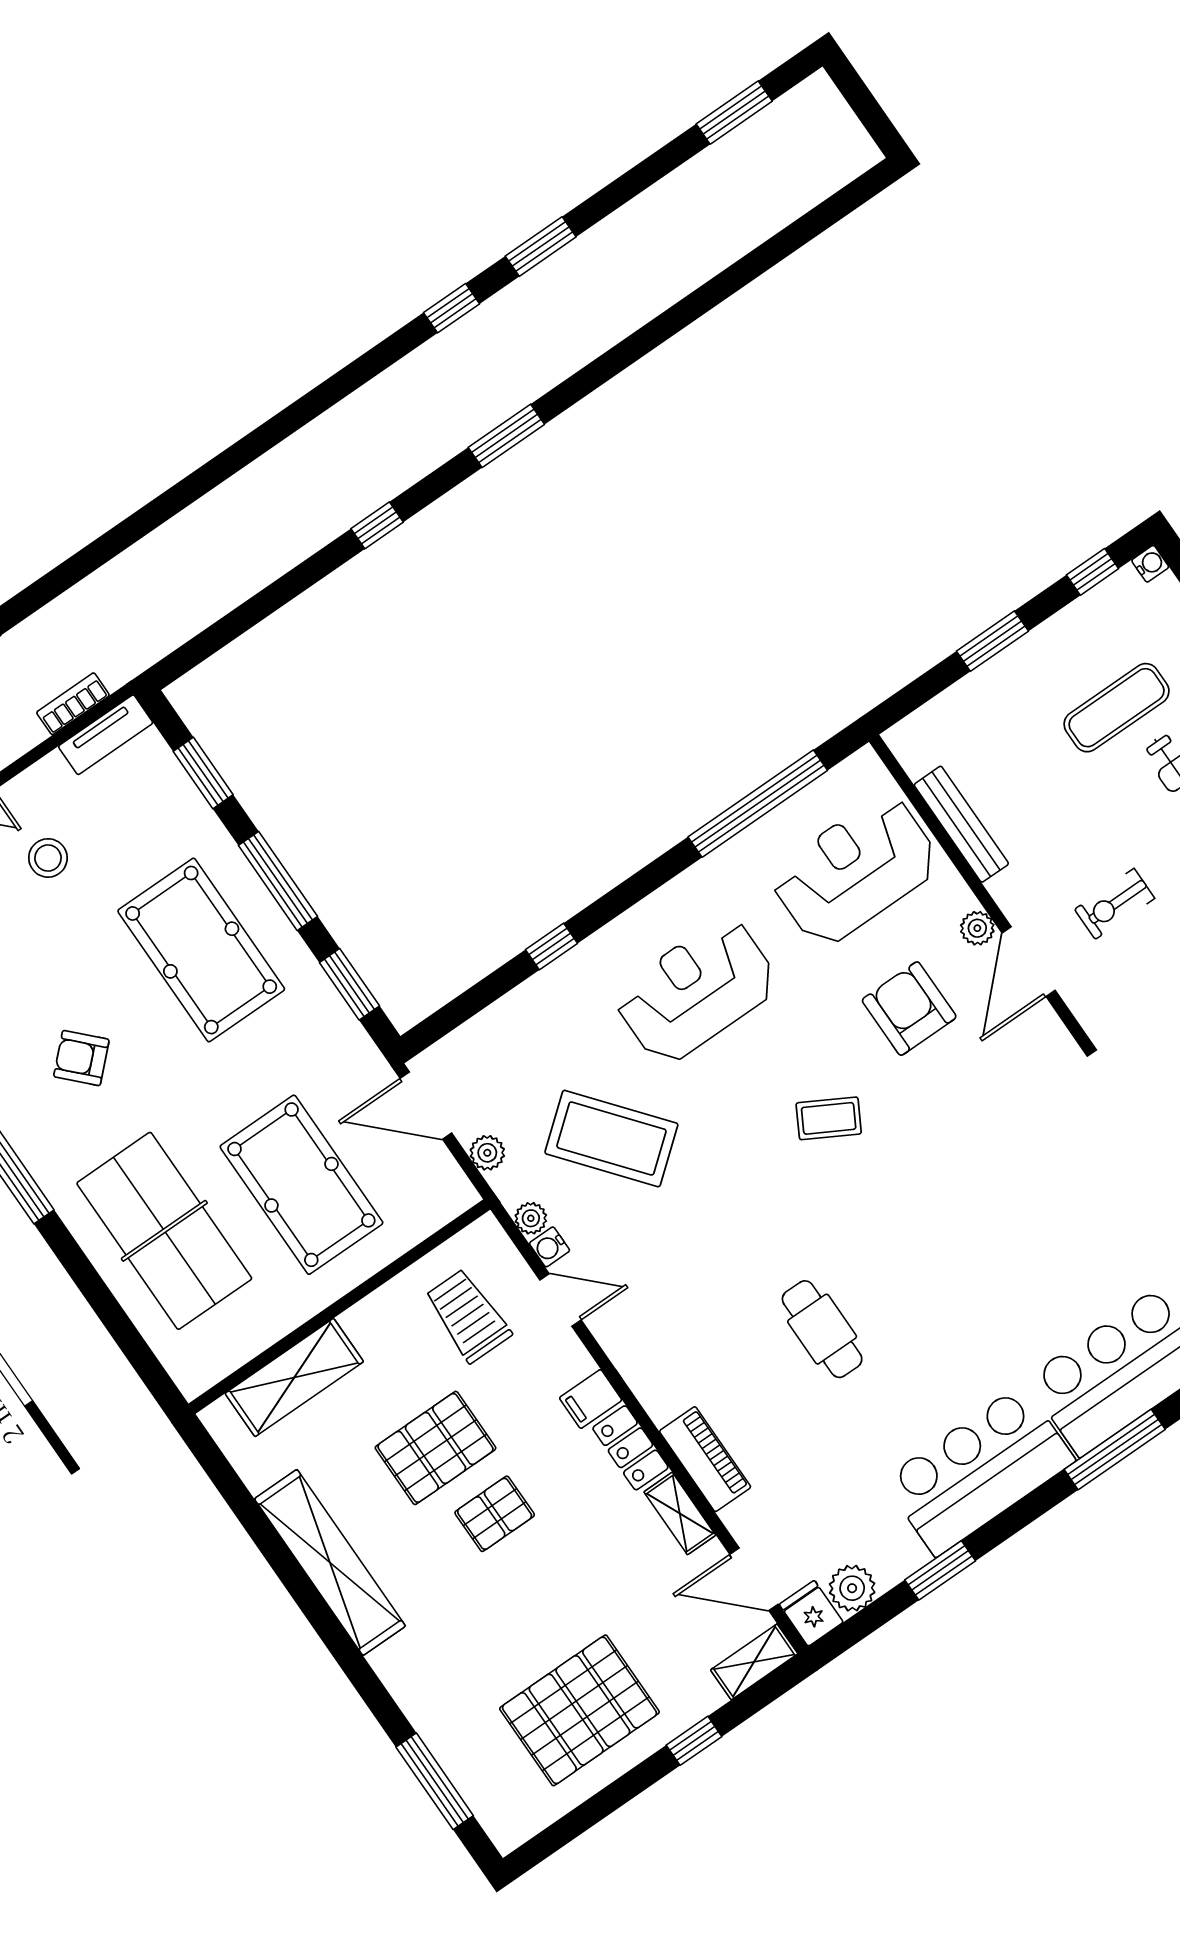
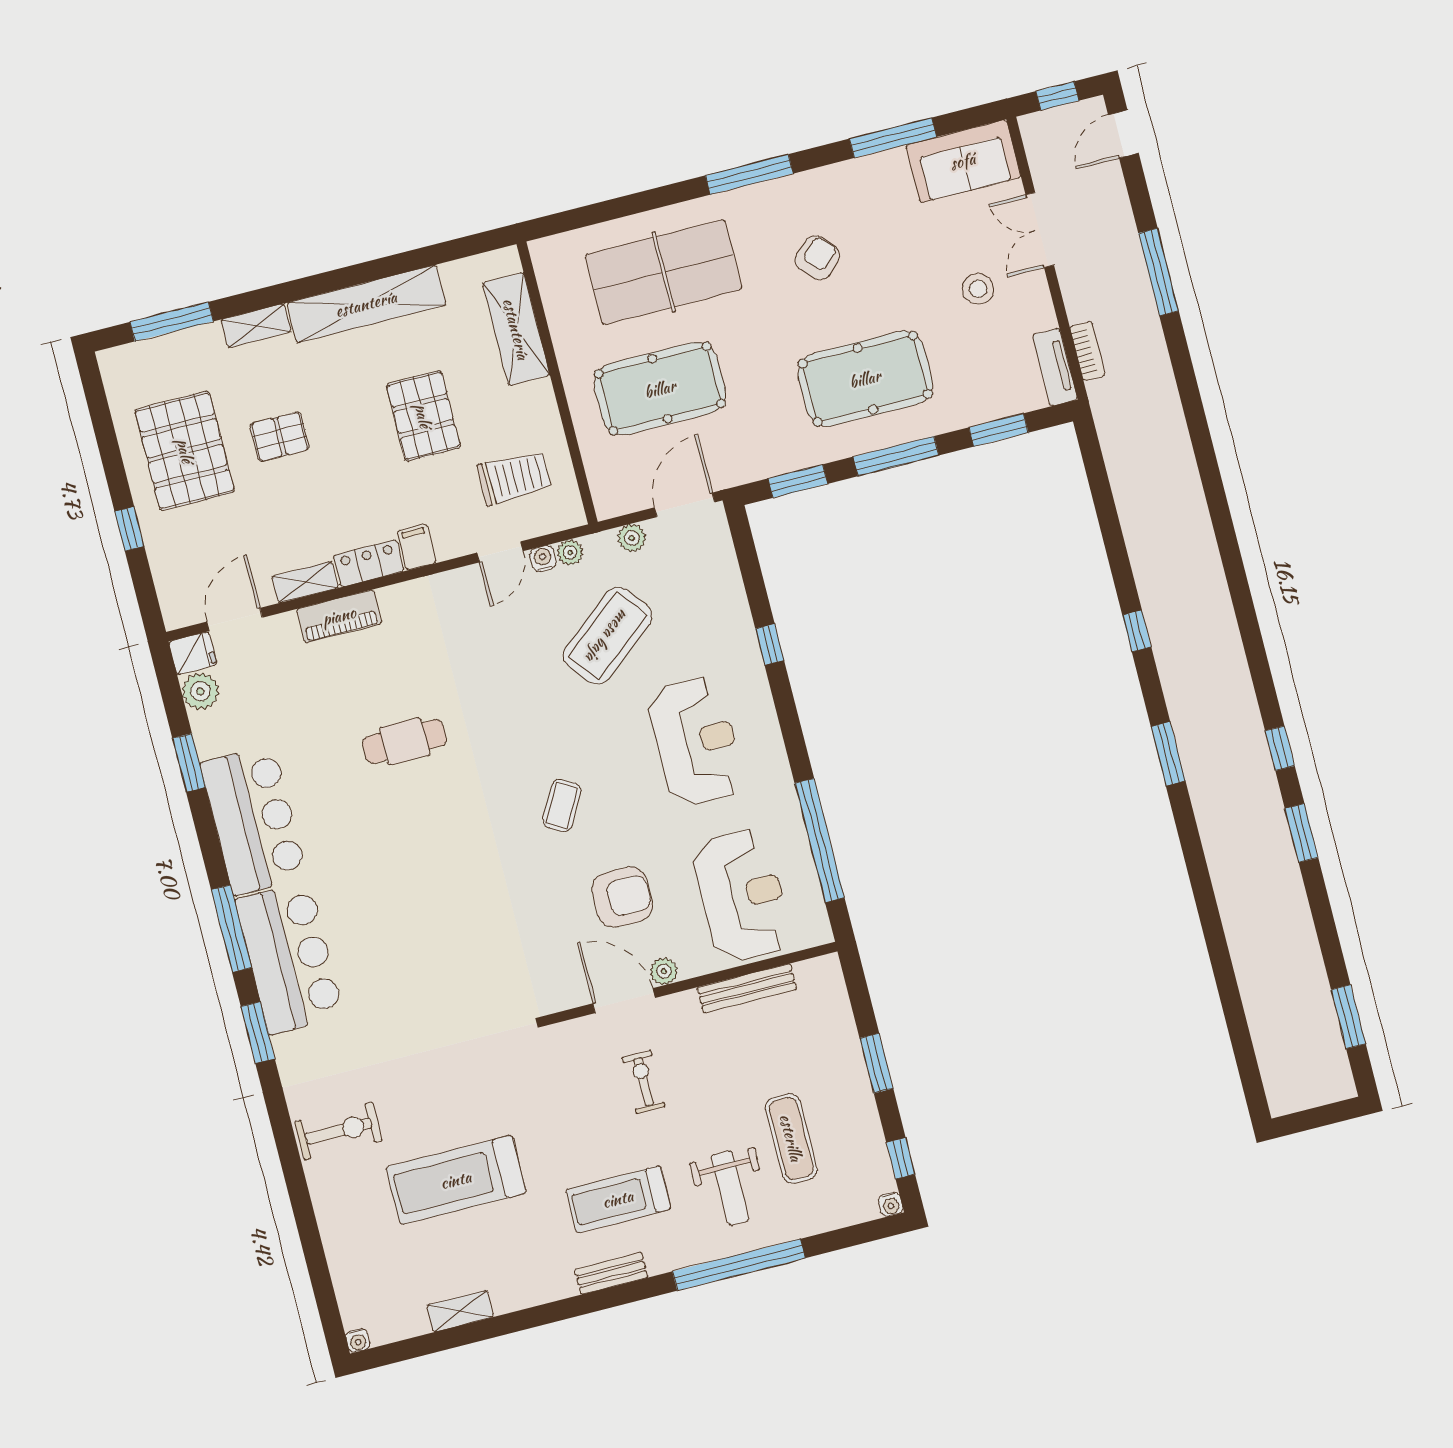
pallet: (495, 1514) -> (280, 437), moved, turned 90
shelving: (754, 1662) -> (256, 326), moved, turned 90

